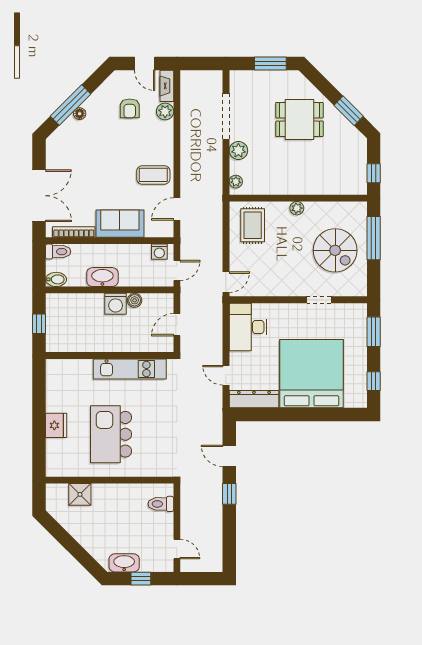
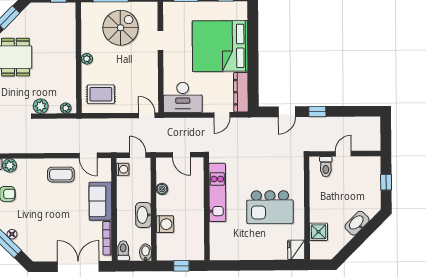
coffee table: (153, 175) -> (61, 175), turned 90
washing machine: (116, 304) -> (165, 224), moved
fridge: (56, 425) -> (296, 250), moved, turned -90
door: (177, 549) -> (343, 154), moved
washbasin: (124, 563) -> (357, 223), moved, turned 45

